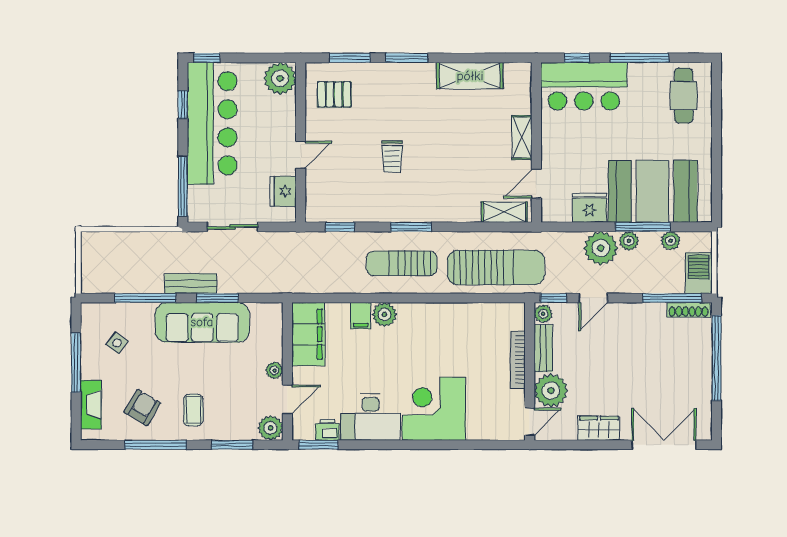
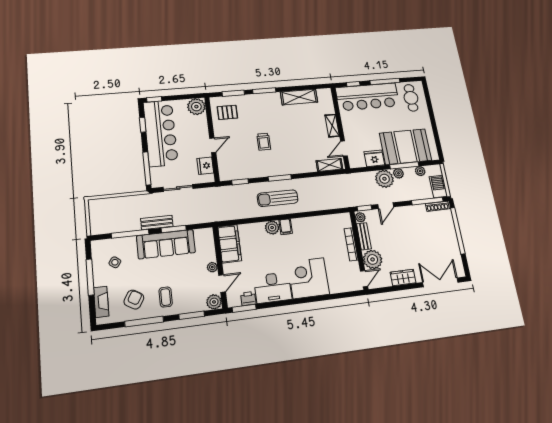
bar counter: (584, 86) -> (367, 97), width x1.36
sun lounger: (496, 268) -> (330, 195), removed
filing cabinet: (361, 316) -> (286, 227), moved

